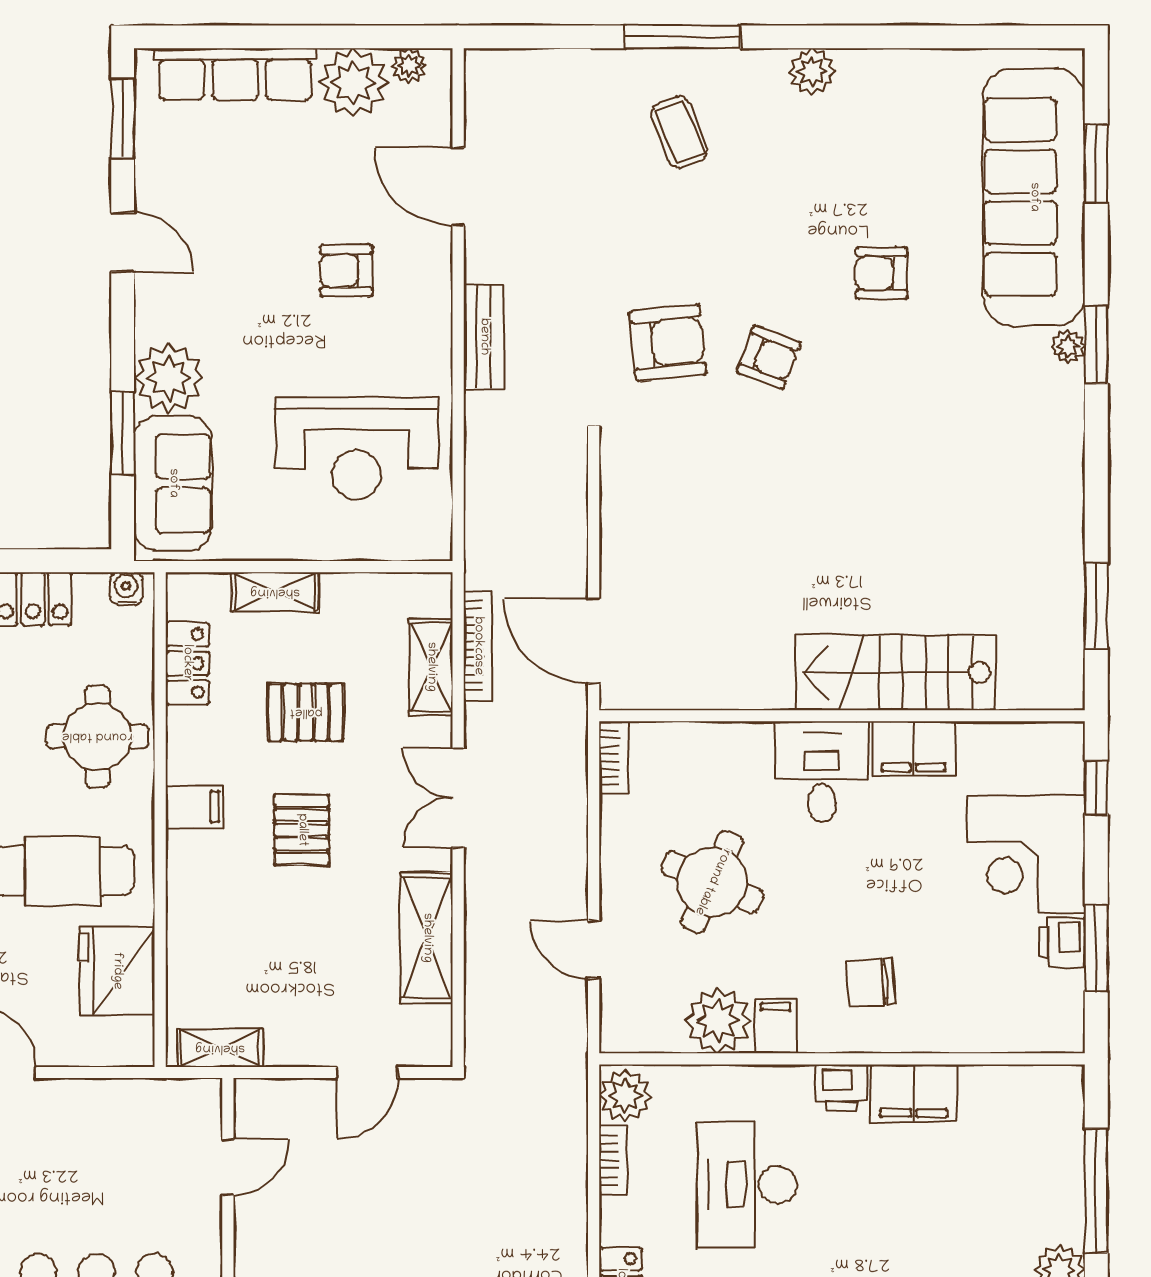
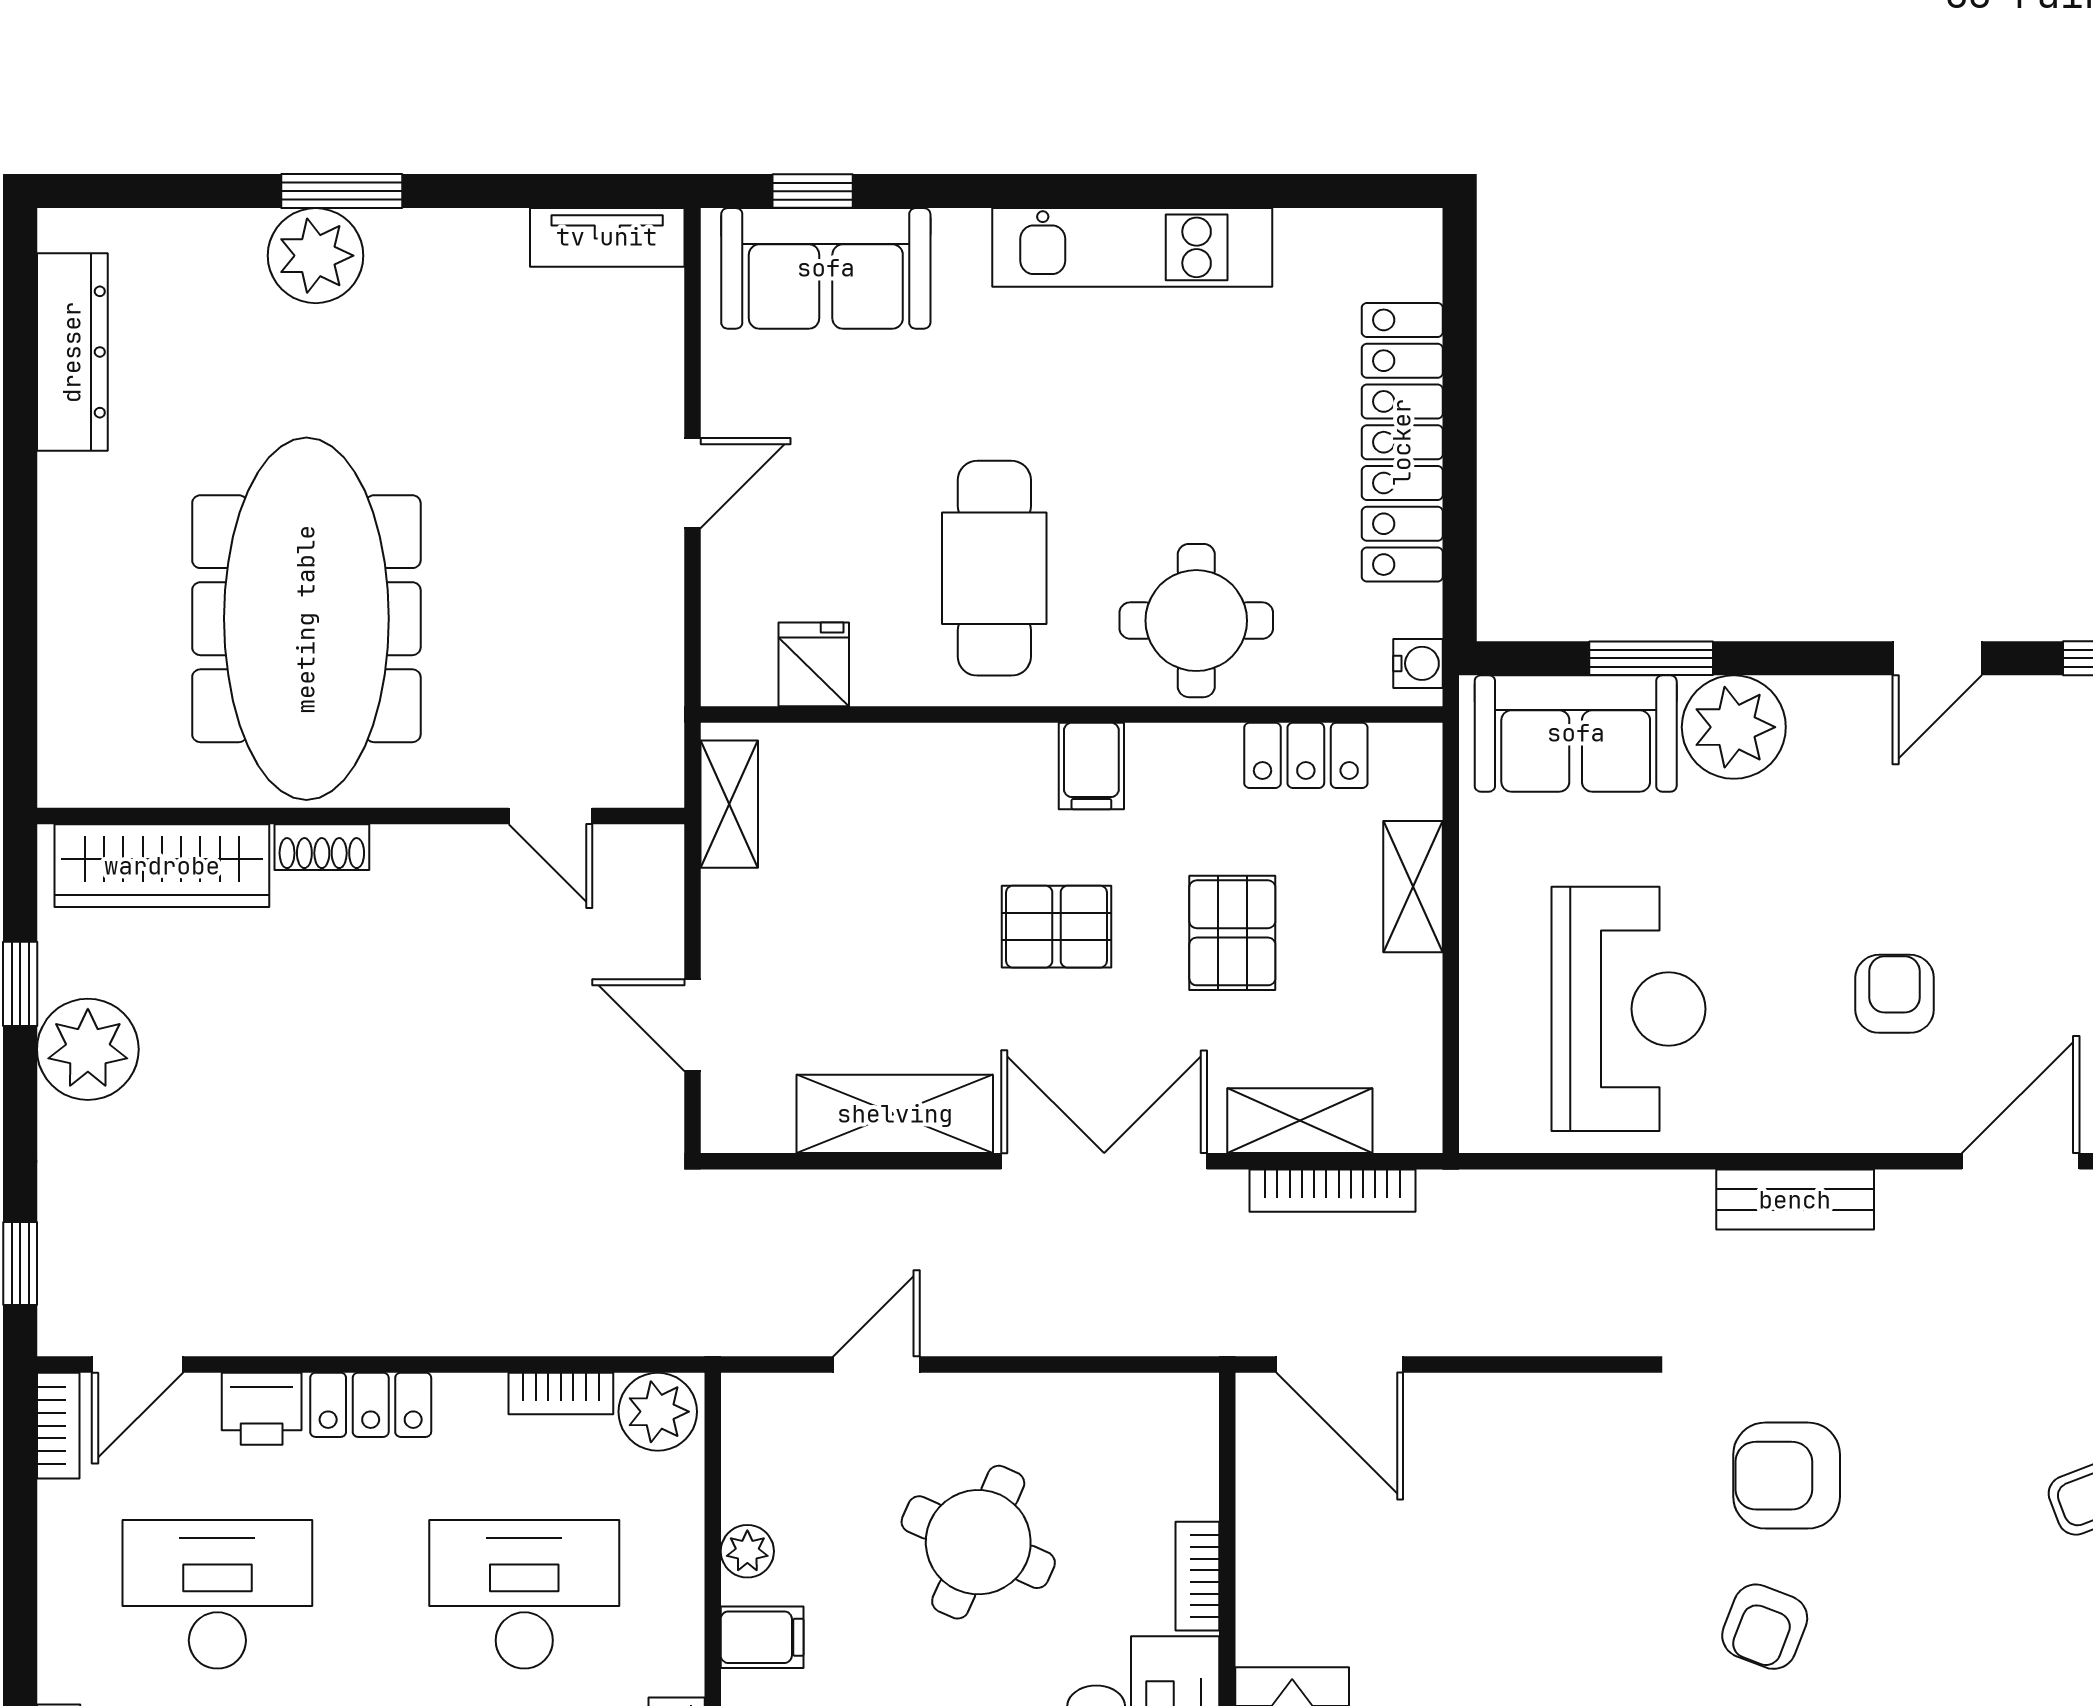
armchair: (668, 343) -> (1787, 1476), turned 96
reception desk: (357, 448) -> (1629, 1009), turned 180
door: (594, 641) -> (1340, 1364), swing flipped
bookcase: (614, 758) -> (1197, 1576), moved, turned 90
double door: (458, 798) -> (1104, 1161), width x1.37
fridge: (117, 971) -> (814, 664), width x0.53, depth x0.75
plant: (718, 1020) -> (747, 1551), width x0.53, depth x0.53

